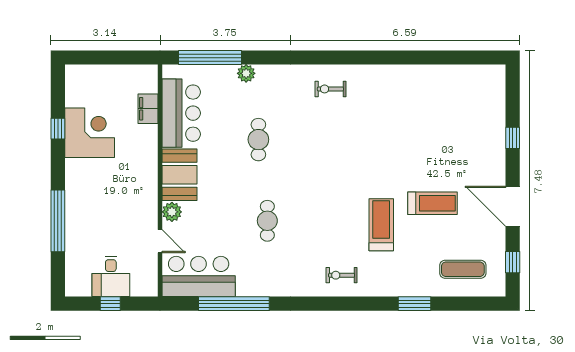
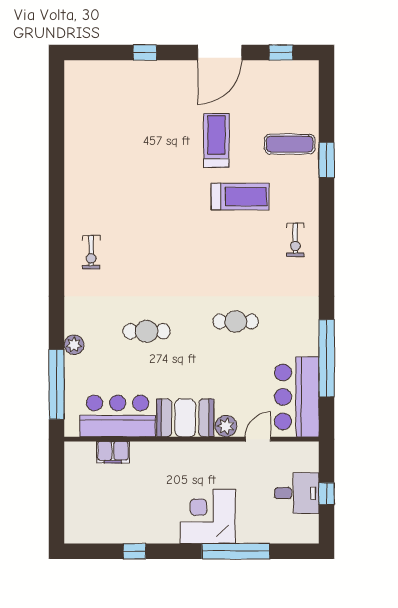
corner desk: (90, 133) -> (208, 516), moved
treadmill: (381, 225) -> (240, 197), turned 180
exercise mat: (463, 269) -> (290, 144), moved, turned 90

